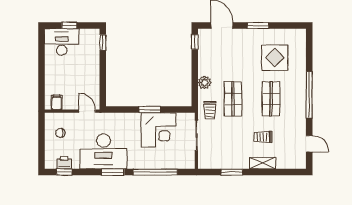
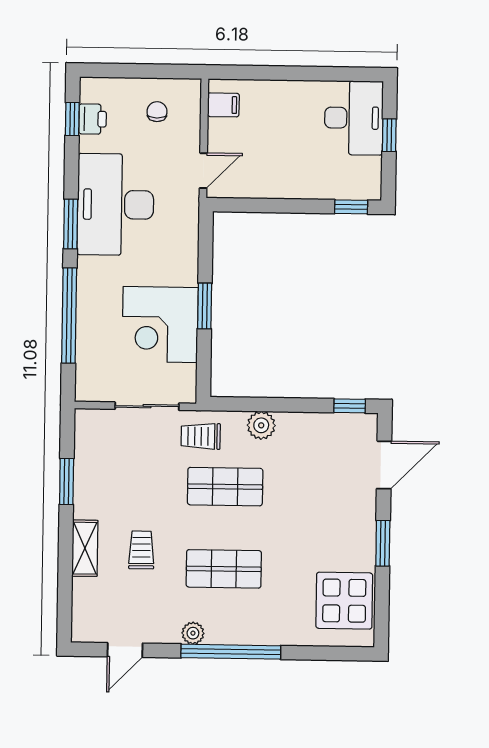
display table: (275, 58) -> (344, 601), moved
plant: (301, 113) -> (193, 633), added

